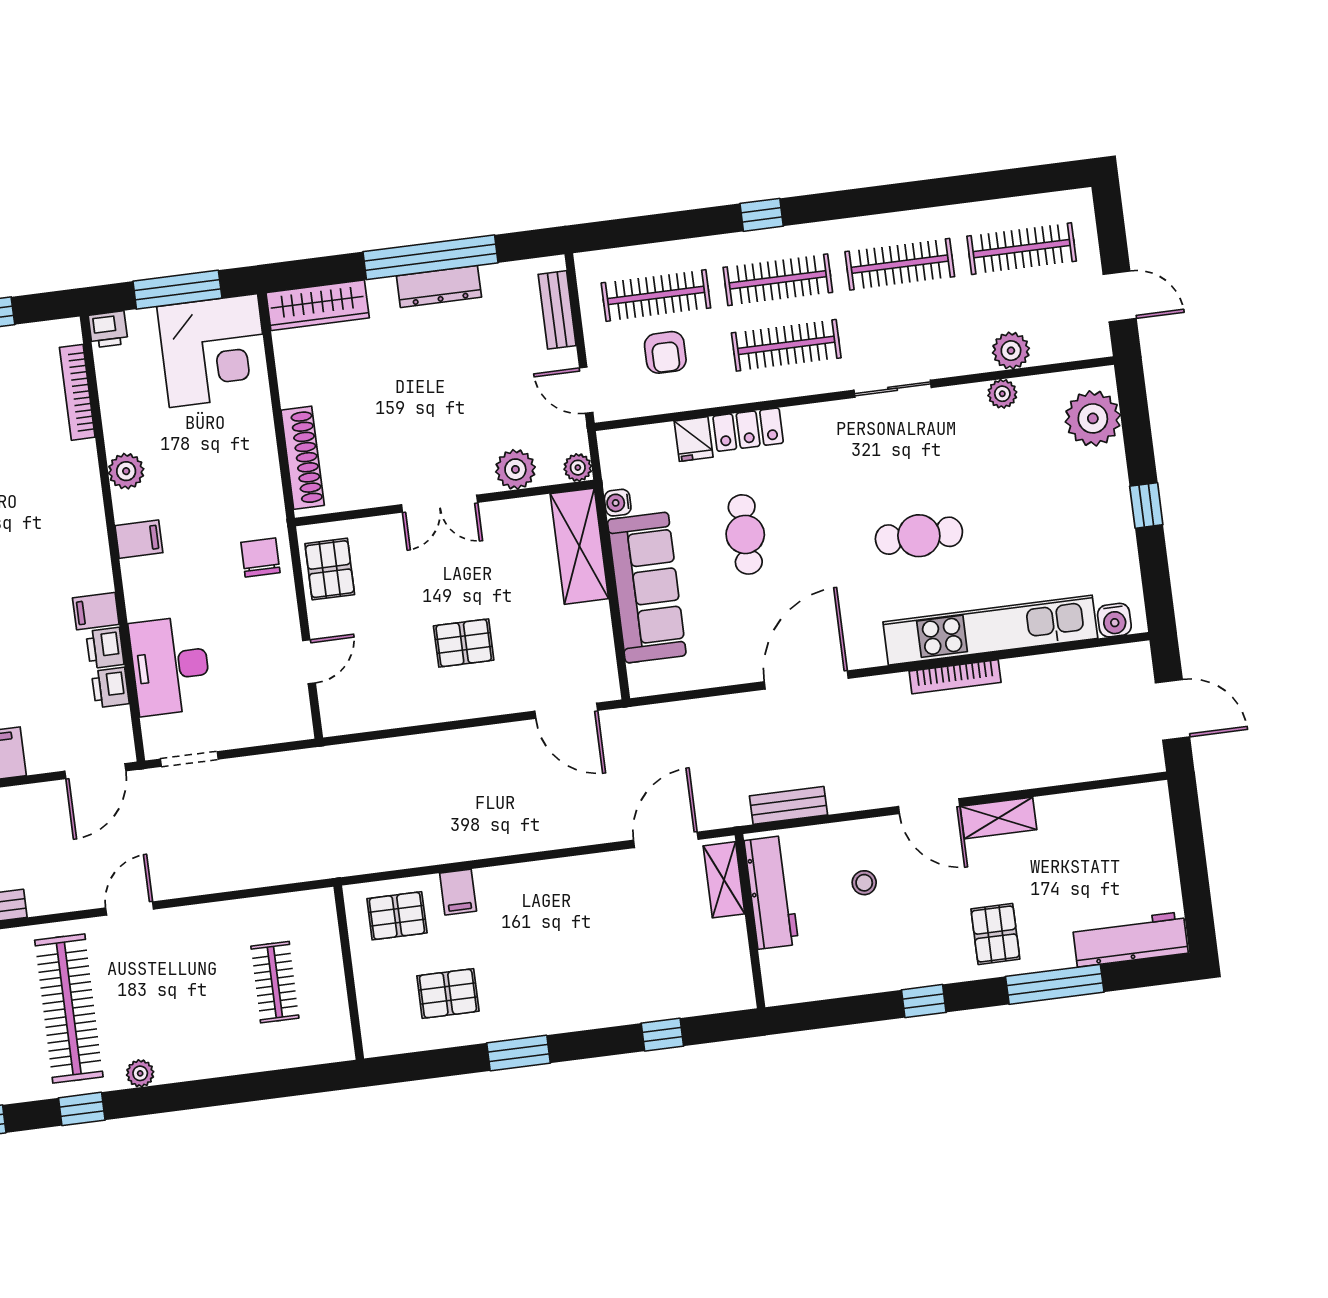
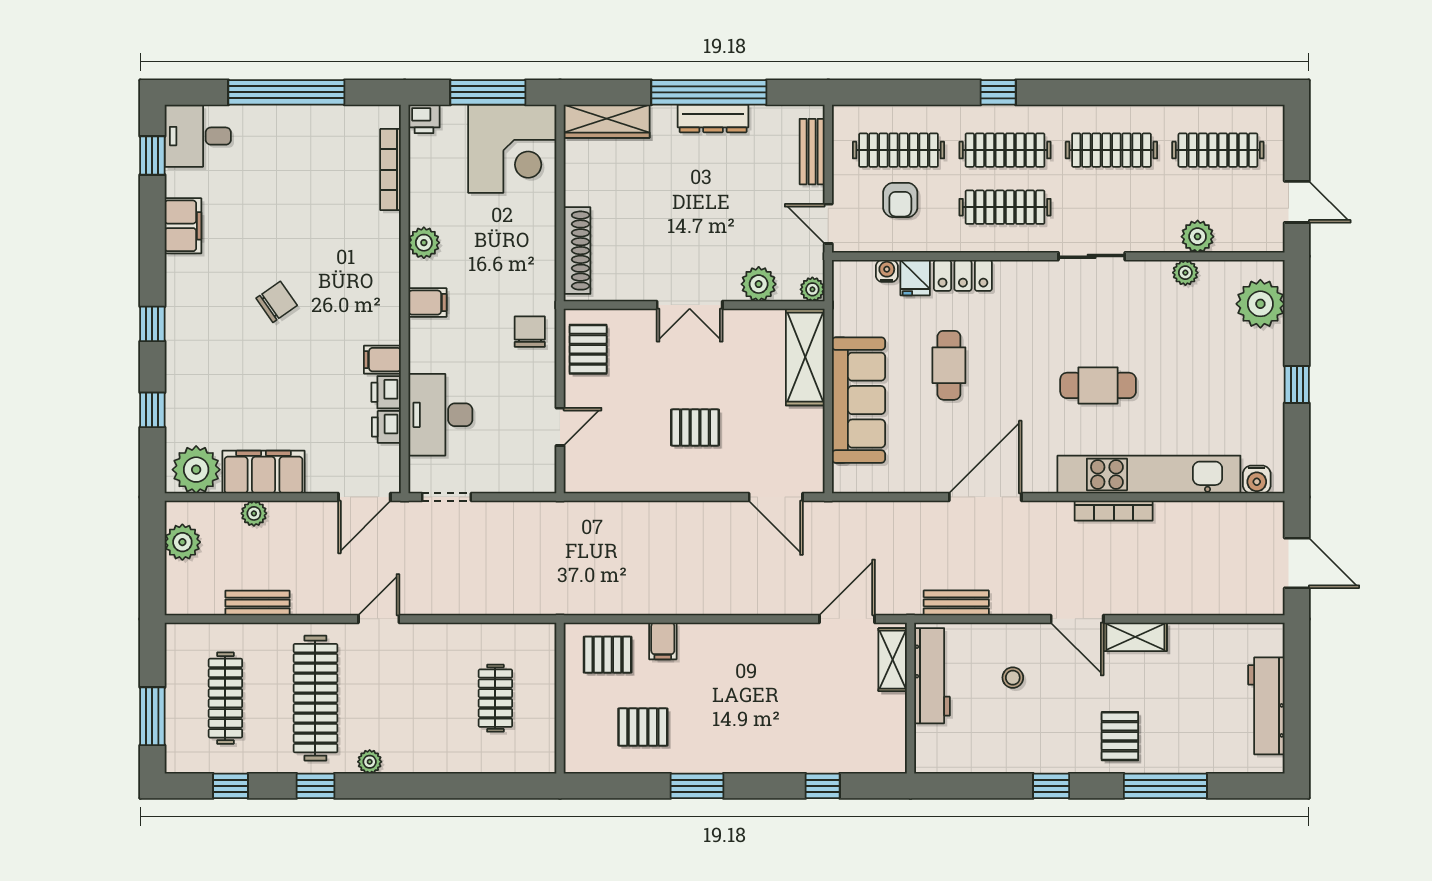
water cooler: (618, 503) -> (887, 271), moved, turned 90
workbench: (1130, 939) -> (1266, 706), moved, turned -90

